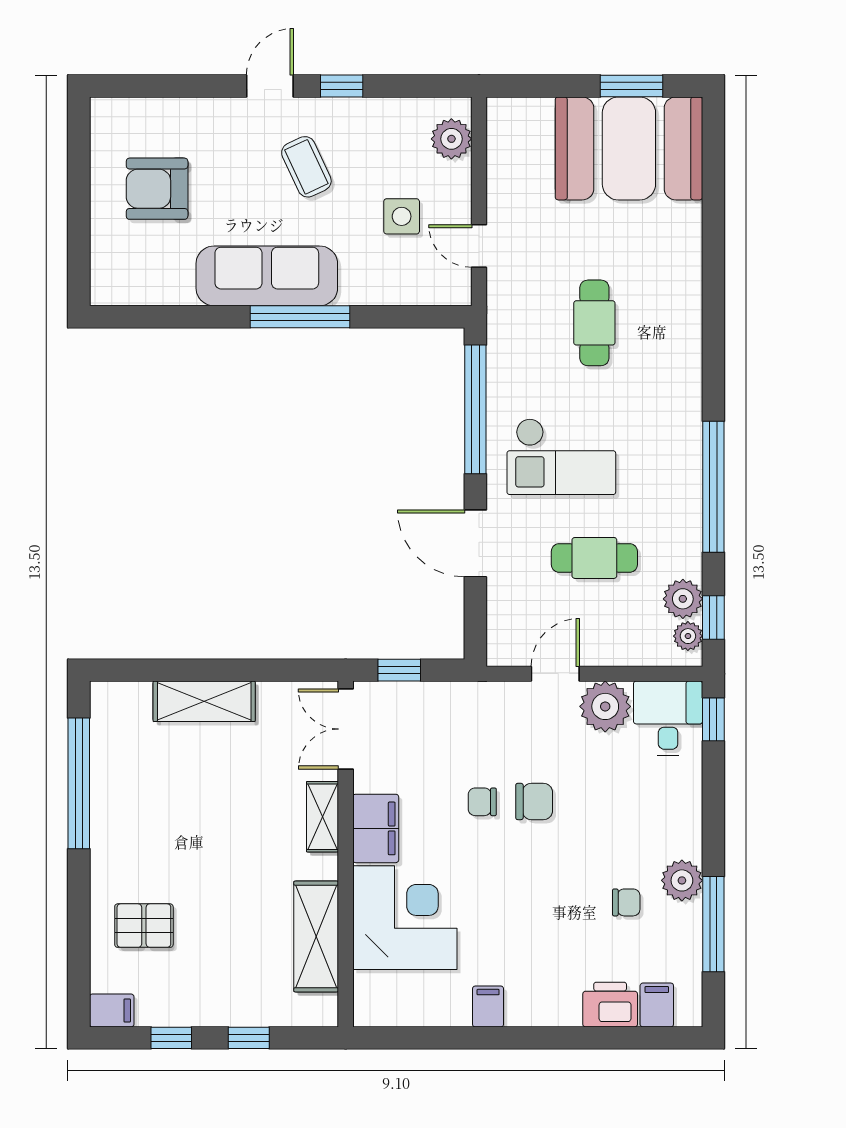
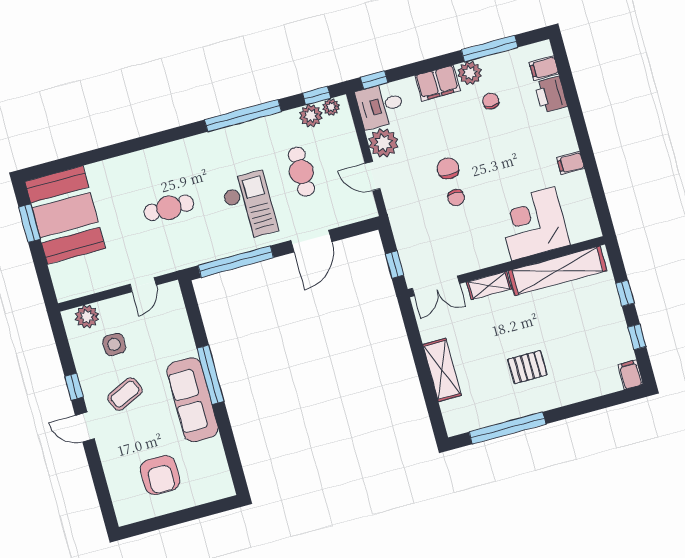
side table: (402, 216) -> (114, 344), moved
filing cabinet: (376, 828) -> (438, 83), moved, turned 180
pallet: (144, 926) -> (527, 367), moved, turned 90
shelving: (316, 936) -> (557, 271), width x1.47

